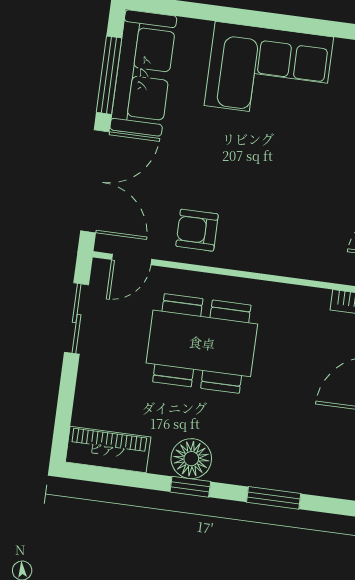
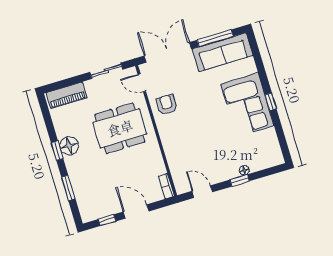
window: (284, 22) -> (271, 102), added
double door: (95, 181) -> (168, 52), swing flipped
dining table: (202, 343) -> (120, 128), turned 90
piano: (108, 450) -> (67, 95), moved, turned 90

